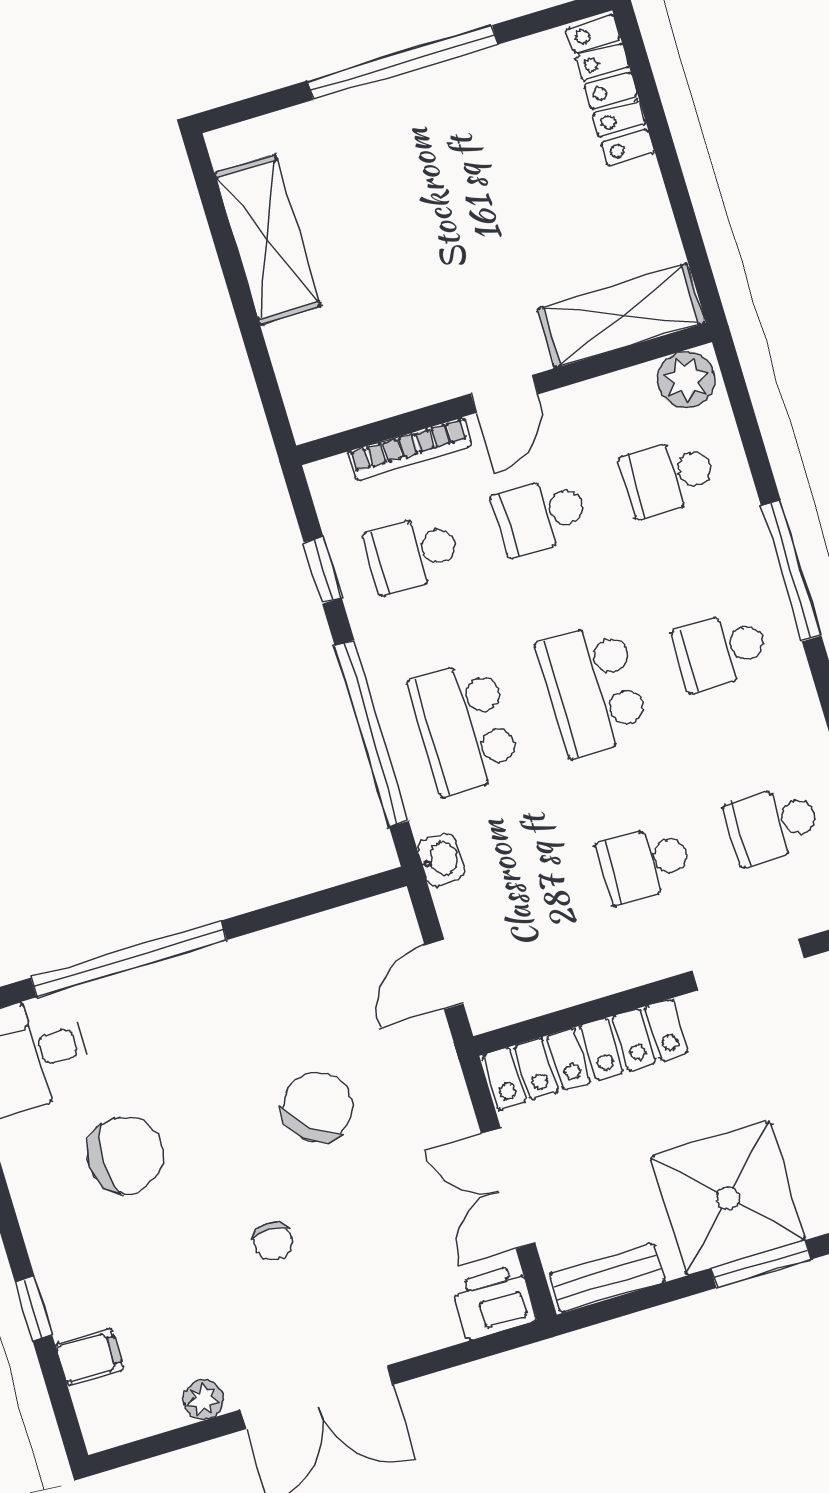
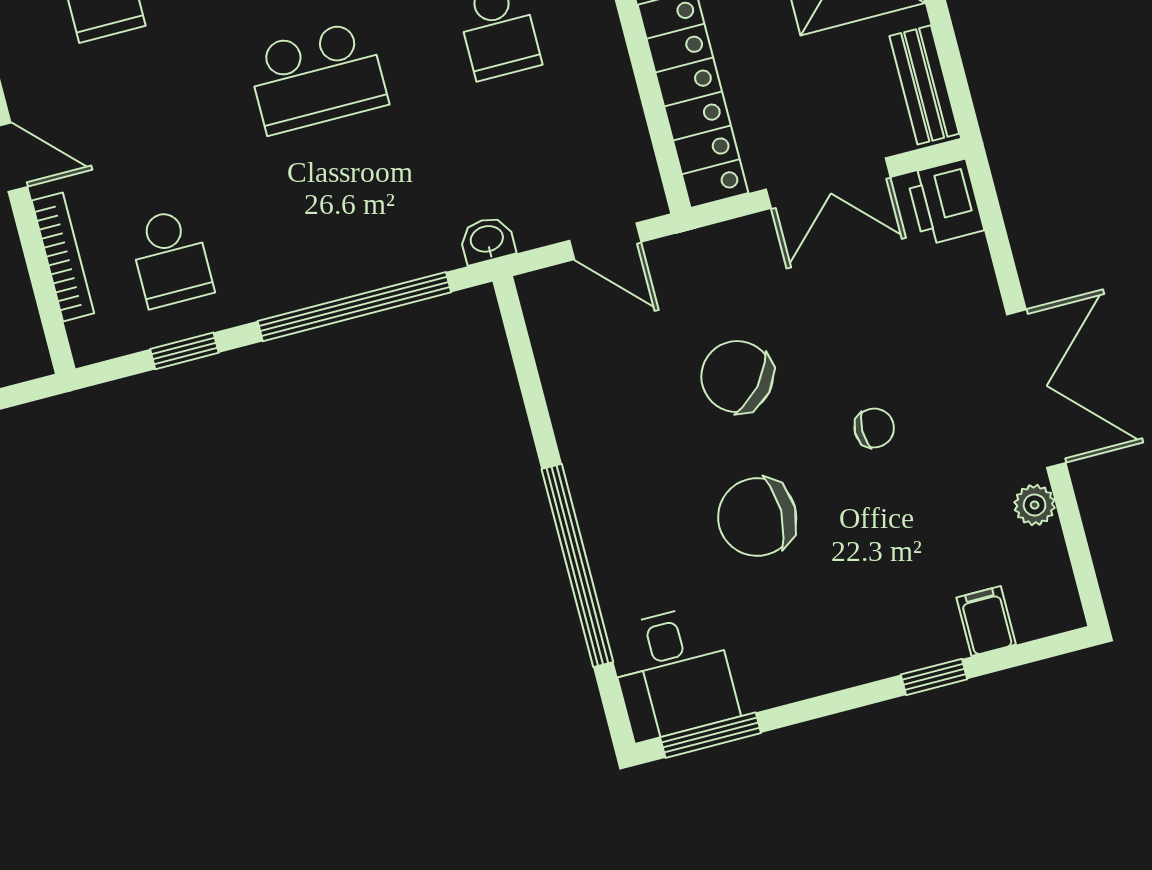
school desk: (540, 515) -> (136, 125), removed
school desk: (465, 728) -> (352, 211), removed
chair: (126, 1155) -> (757, 517), moved, turned -90

